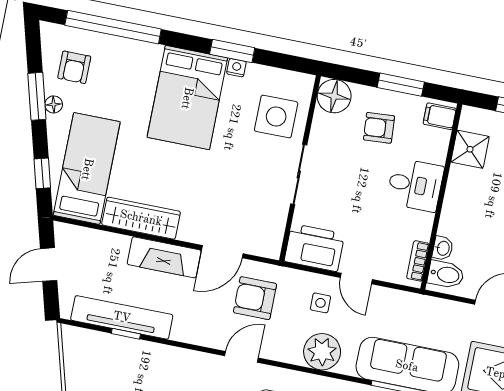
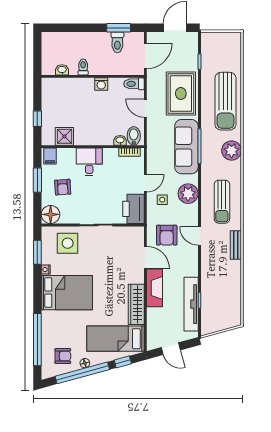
window: (232, 51) -> (37, 252), moved
window: (37, 96) -> (82, 373), width x2.11

